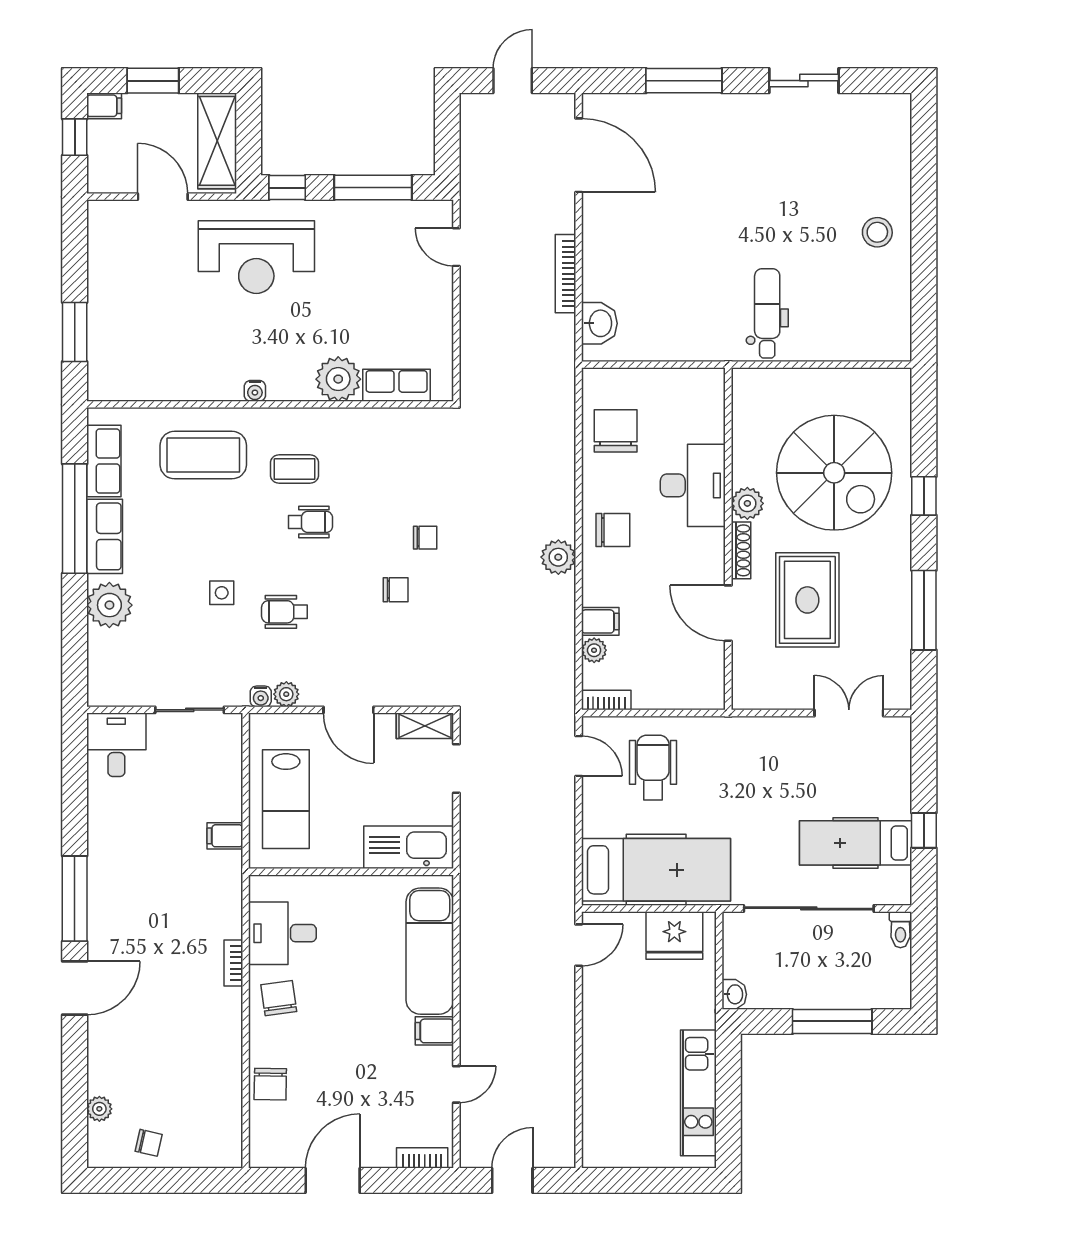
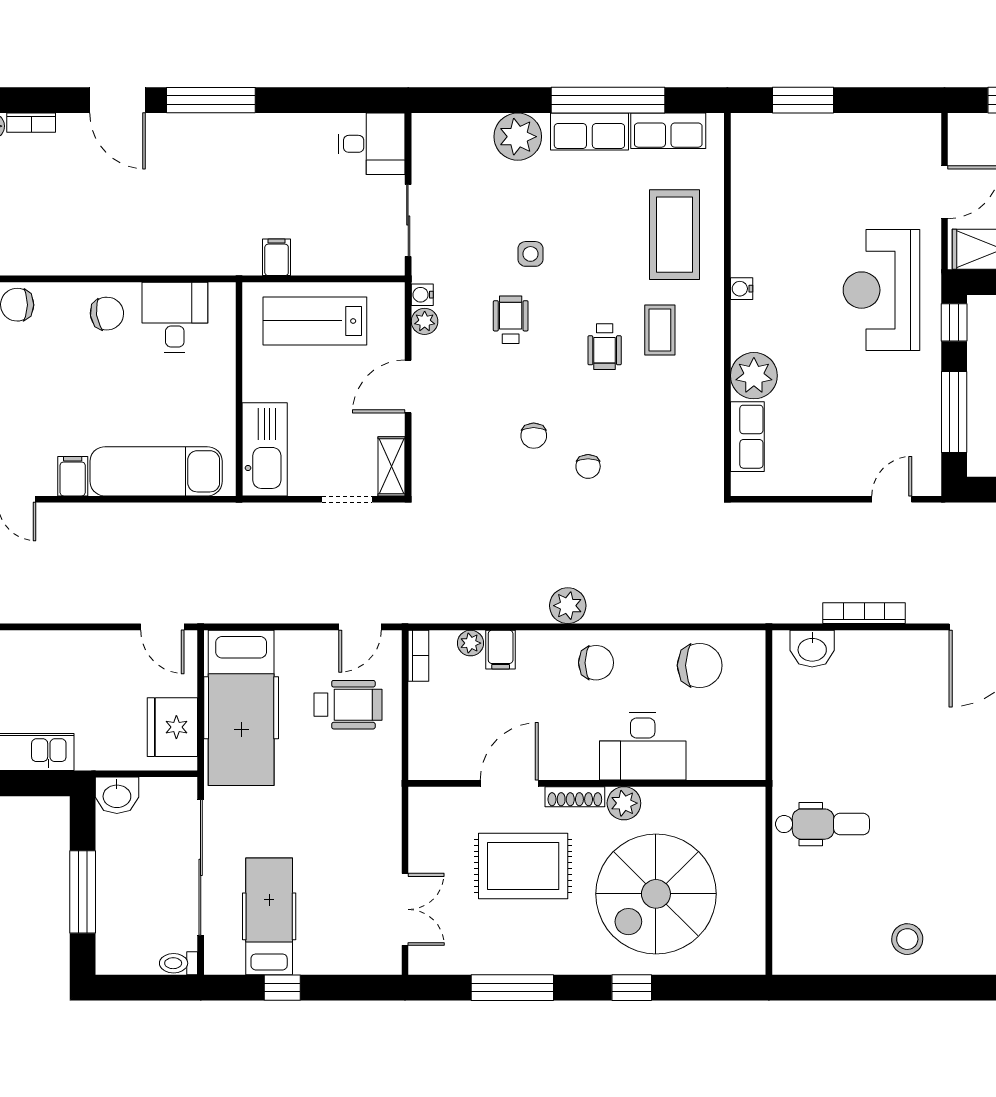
chair: (613, 530) -> (596, 663), turned -90
bookcase: (233, 963) -> (31, 123), moved, turned 180
washbasin: (734, 994) -> (117, 795), width x1.38, depth x1.45

